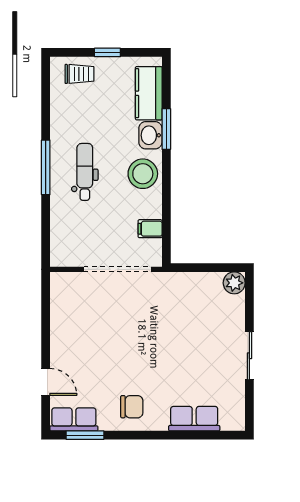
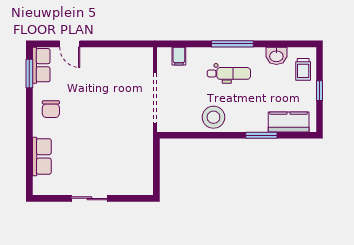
washbasin: (150, 135) -> (276, 56), moved, turned 180
stool: (143, 174) -> (213, 117), moved
filing cabinet: (150, 229) -> (179, 56), moved, turned 180
plant: (234, 283) -> (145, 187), removed
door: (46, 382) -> (70, 44), hinge flipped

